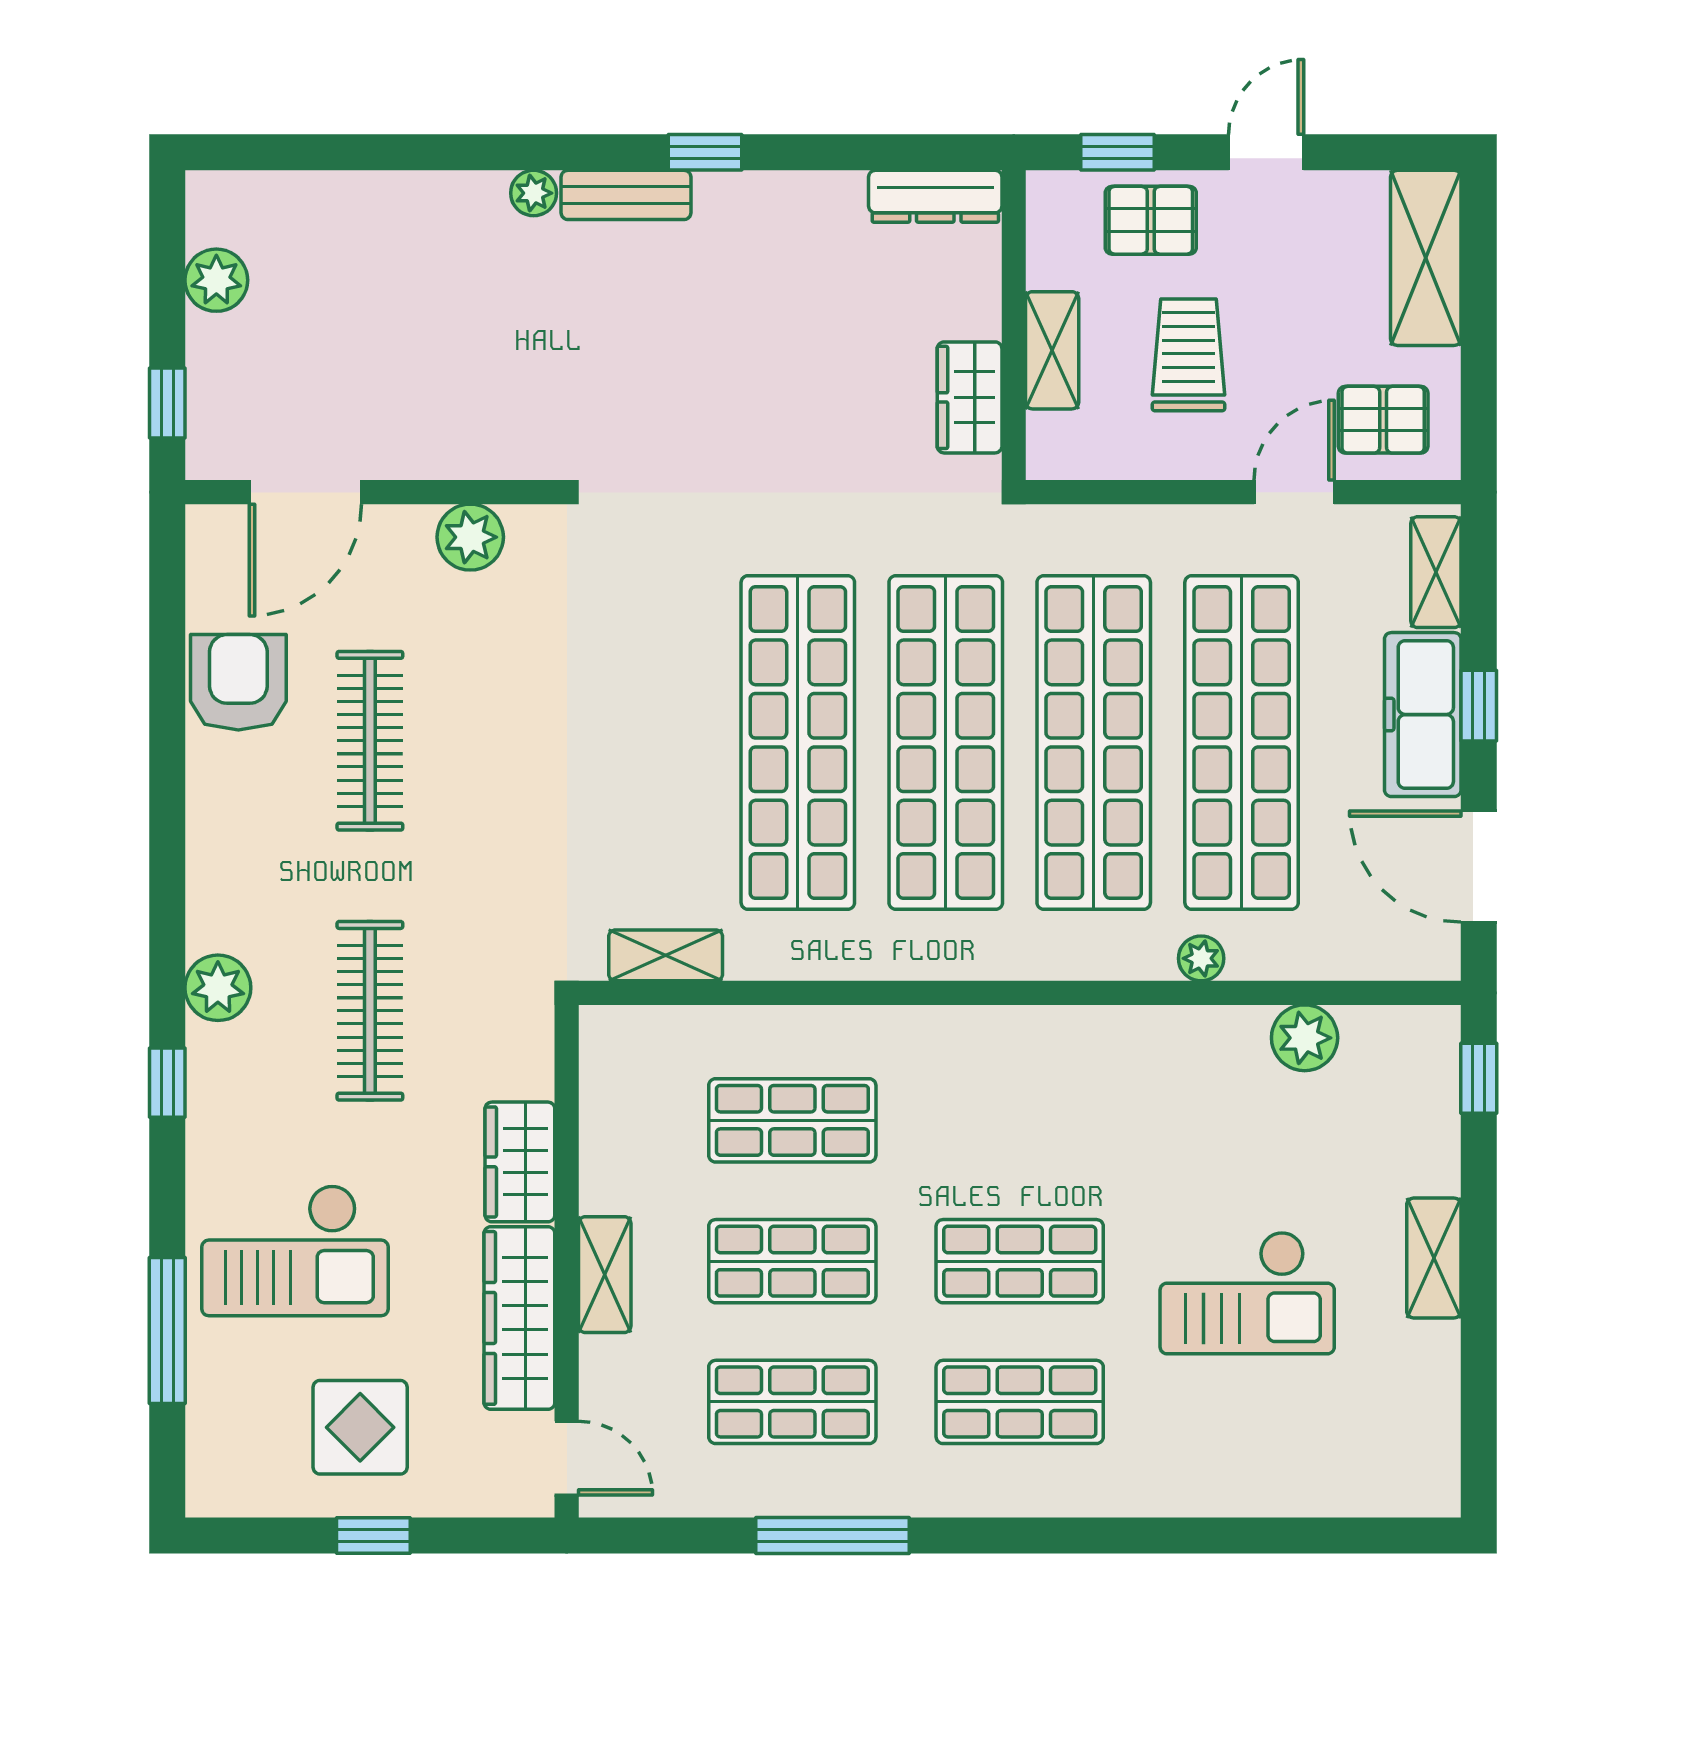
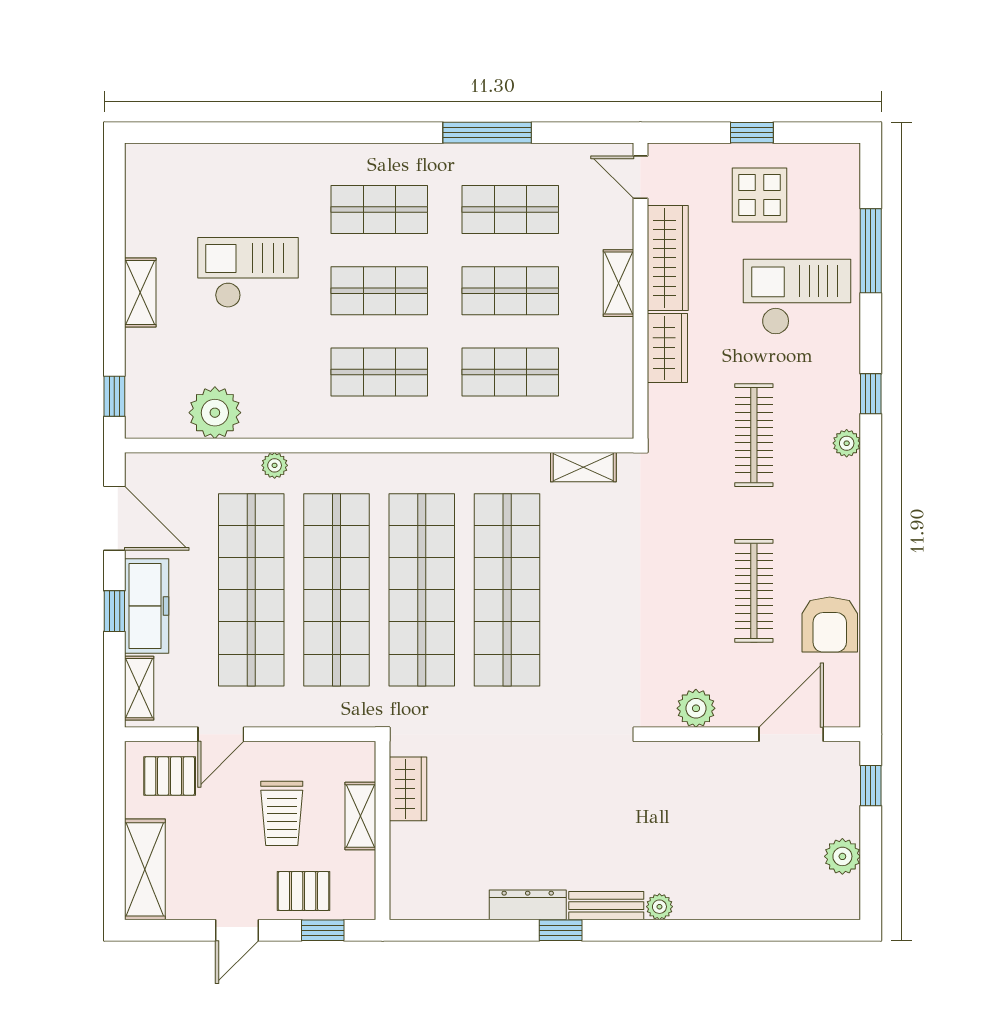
dresser: (935, 196) -> (528, 905), moved
plant: (218, 988) -> (847, 443), width x0.73, depth x0.73
plant: (1305, 1038) -> (215, 413), width x1.36, depth x1.36
shop shelf: (1020, 1120) -> (379, 372), added

